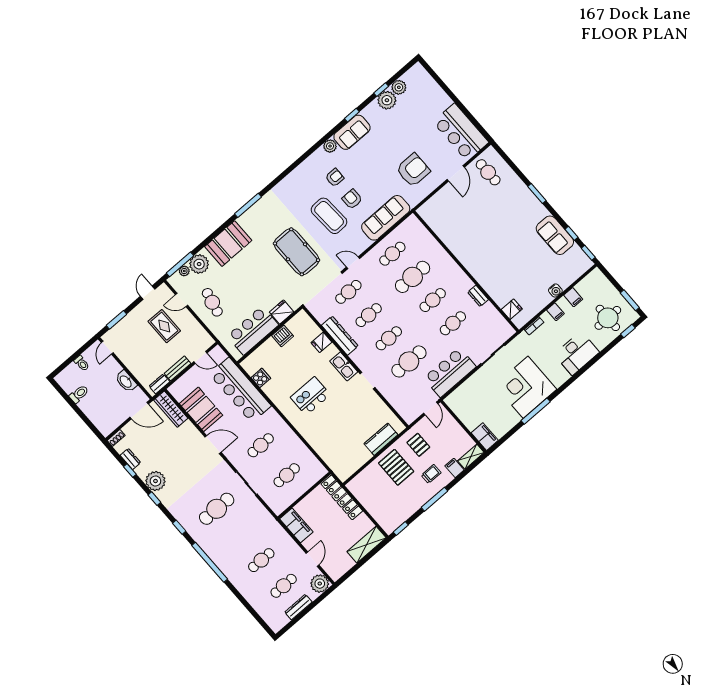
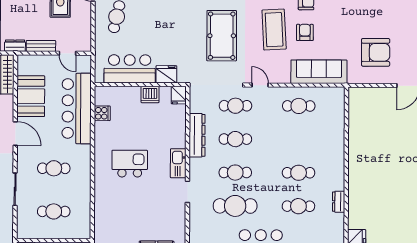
cafe table: (413, 277) -> (299, 139), removed
fridge: (321, 342) -> (179, 95), moved, turned -90

